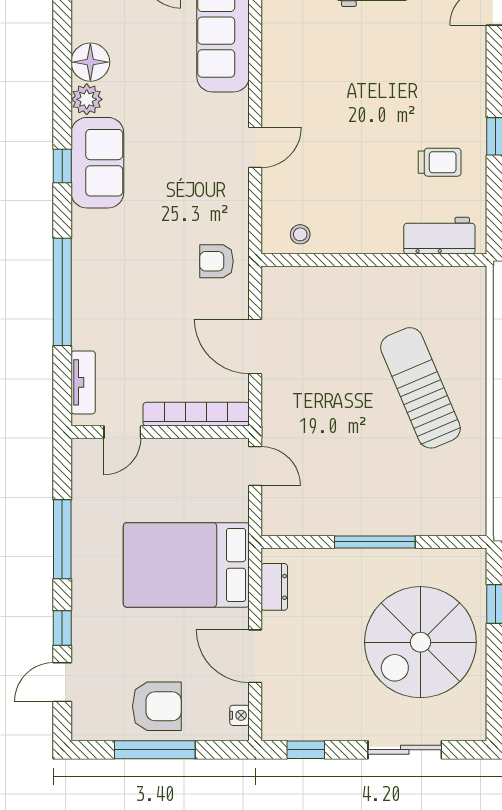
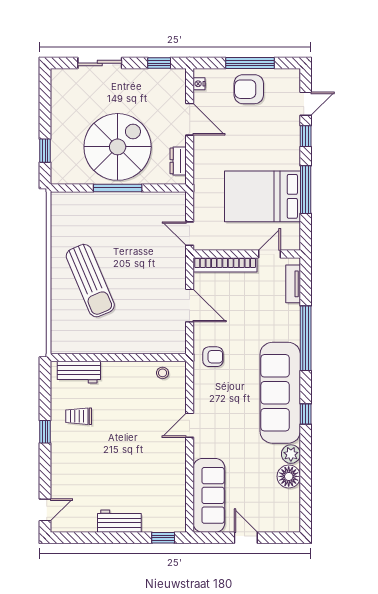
sofa: (97, 163) -> (280, 393), width x1.85, depth x1.27
bed: (186, 565) -> (262, 196), moved, turned 180
spiral stairs: (420, 642) -> (118, 147), moved

